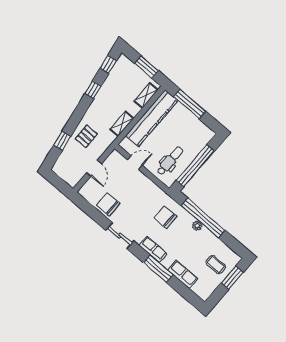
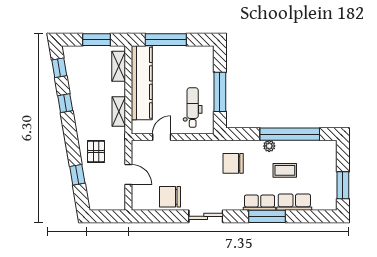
window: (195, 166) -> (220, 92), width x0.68
window: (203, 218) -> (290, 134), moved
row of seats: (153, 249) -> (259, 203), moved
coffee table: (216, 265) -> (285, 170), moved
window: (232, 278) -> (343, 185), moved

